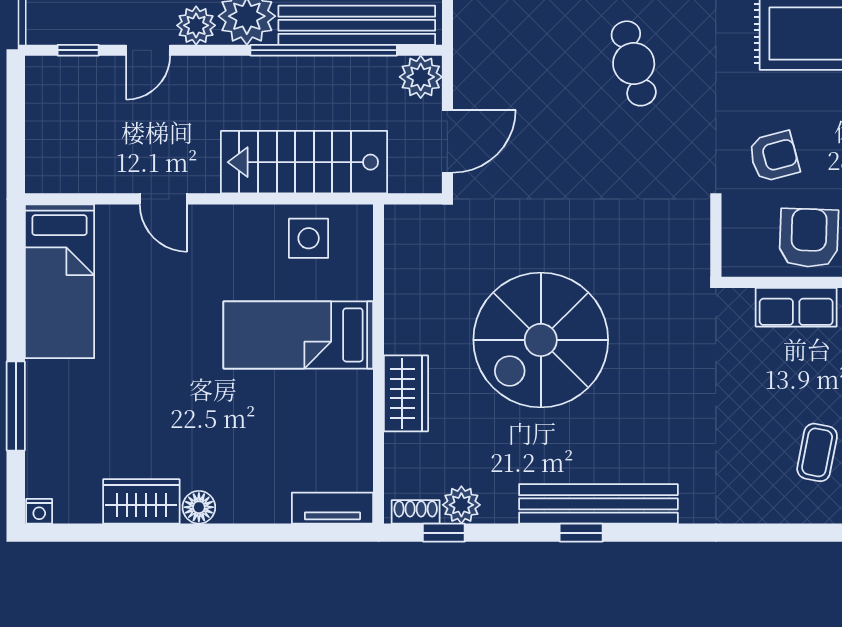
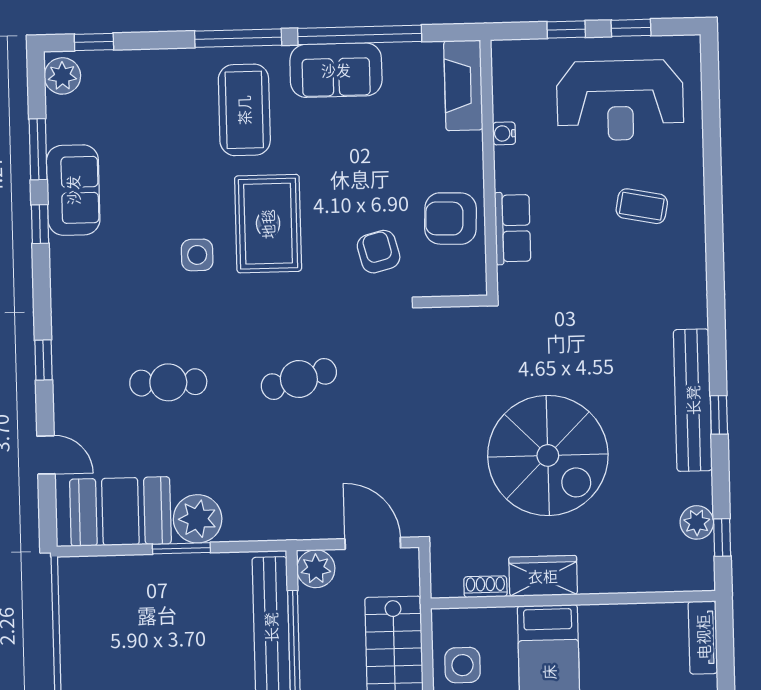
wardrobe: (406, 393) -> (543, 576), moved
shoe rack: (416, 512) -> (485, 587), moved, turned 90

